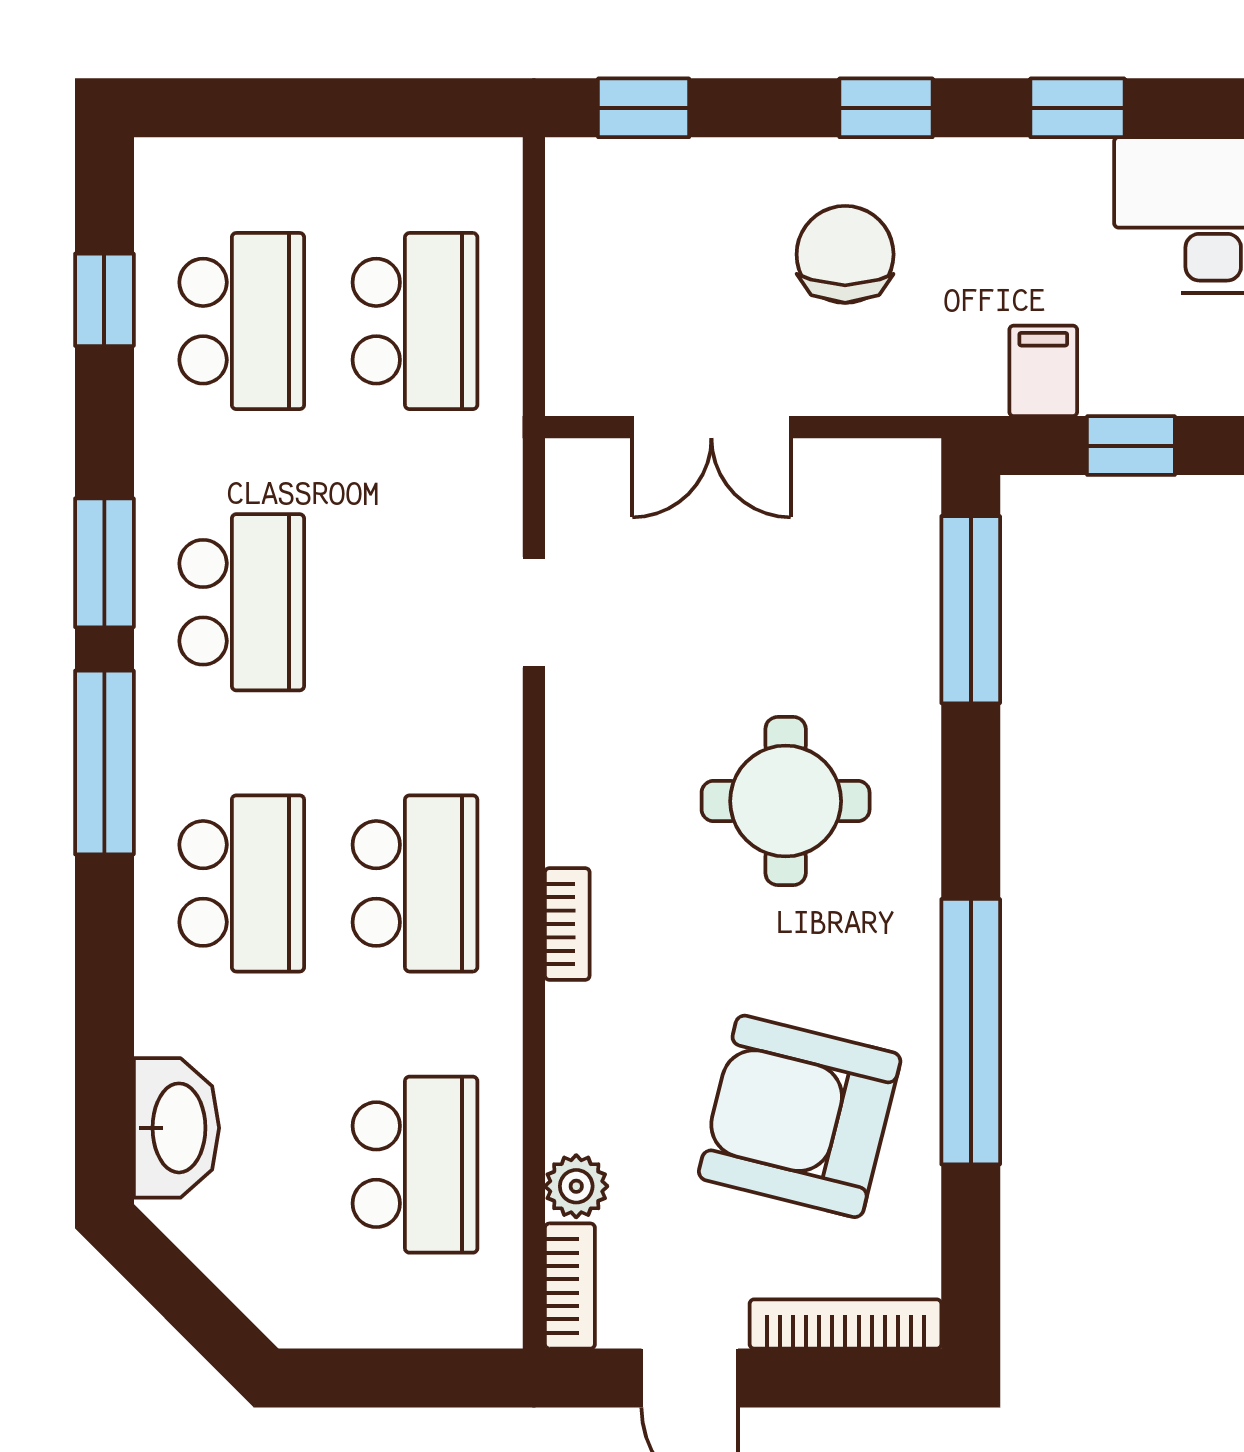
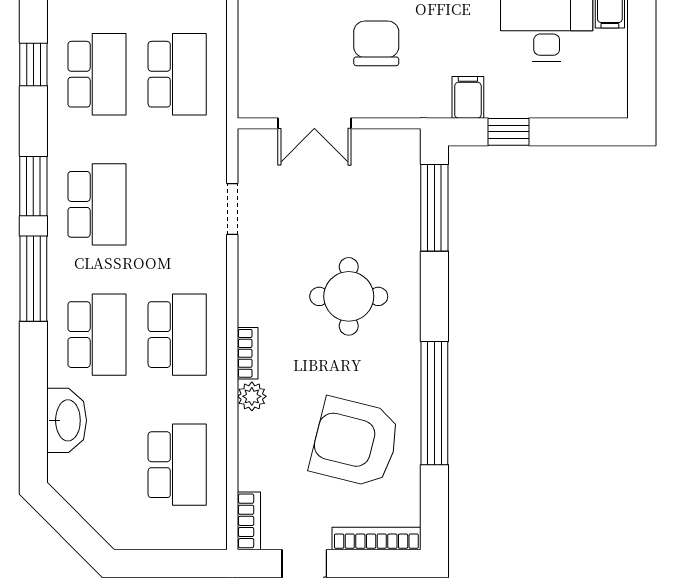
washbasin: (176, 1128) -> (67, 420), moved
plant: (576, 1186) -> (252, 396), moved

